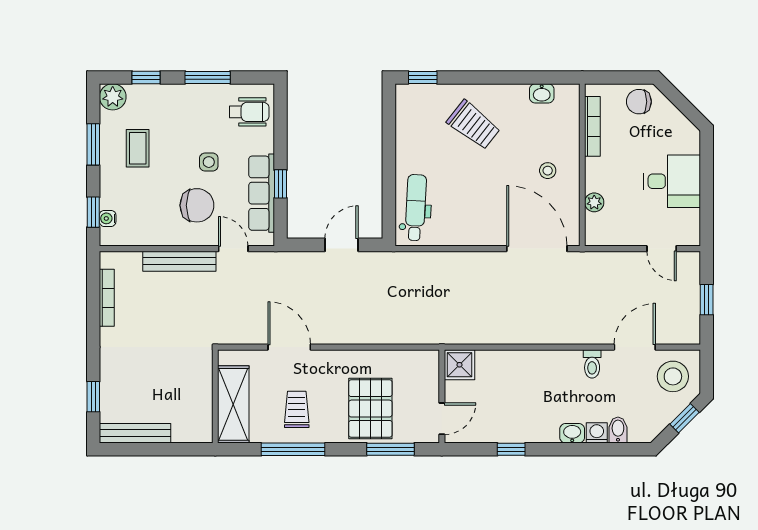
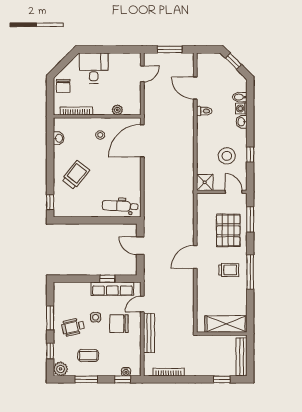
wheelchair: (249, 112) -> (73, 327), moved, turned -103
desk: (672, 181) -> (94, 68), moved
chair: (197, 205) -> (119, 324), turned -90
window: (707, 300) -> (170, 49), width x1.50
door: (289, 347) -> (195, 257), moved
stool: (673, 376) -> (227, 156), moved
wall: (215, 396) -> (222, 334), moved
shelving: (233, 404) -> (226, 324), moved
trolley: (297, 409) -> (229, 270), turned 180
pallet: (370, 409) -> (228, 230), turned 90

